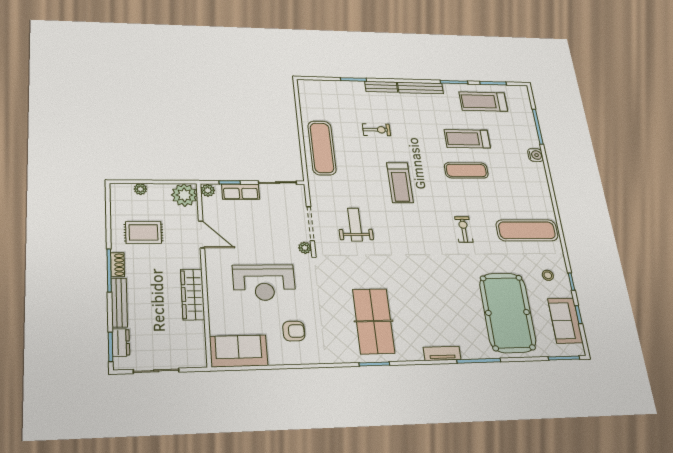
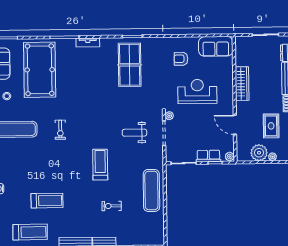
exercise mat: (466, 170) -> (52, 175), removed
plant: (184, 195) -> (259, 153), moved
weight bench: (355, 225) -> (134, 133), turned 90
rug: (144, 232) -> (271, 126), turned 90

